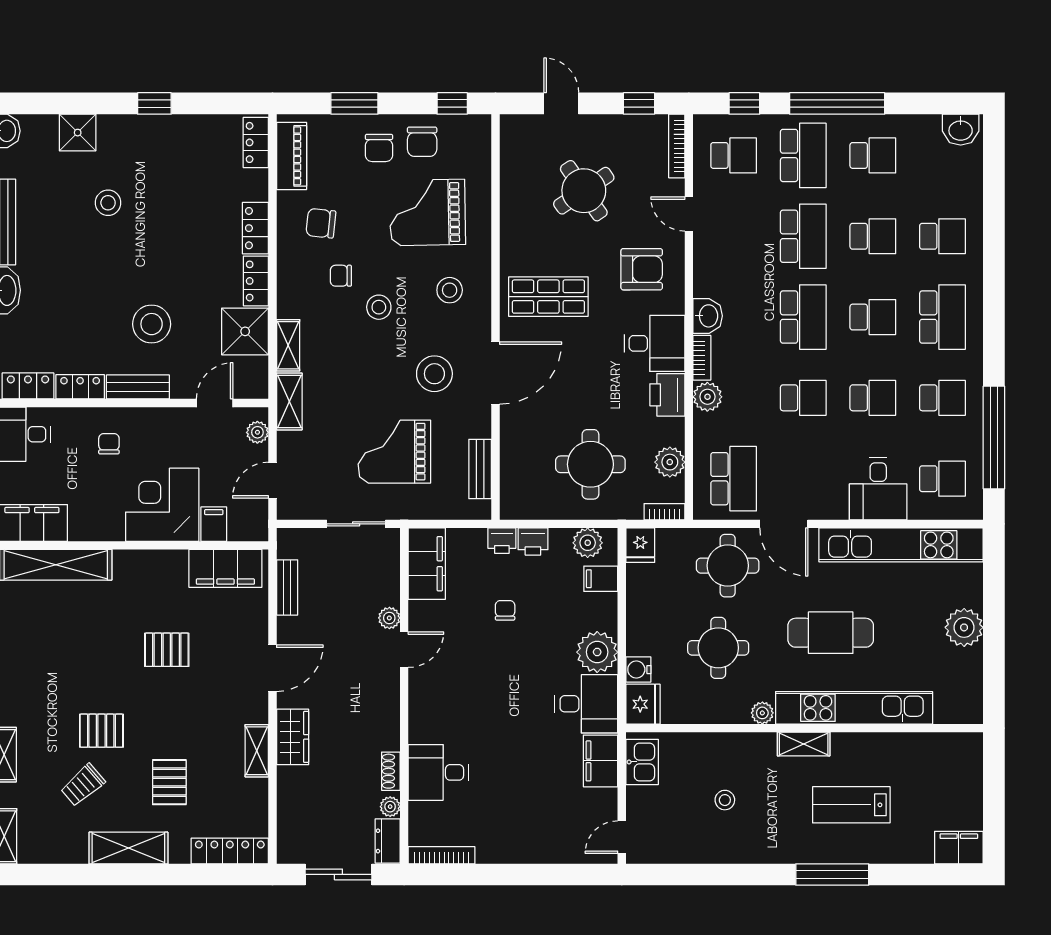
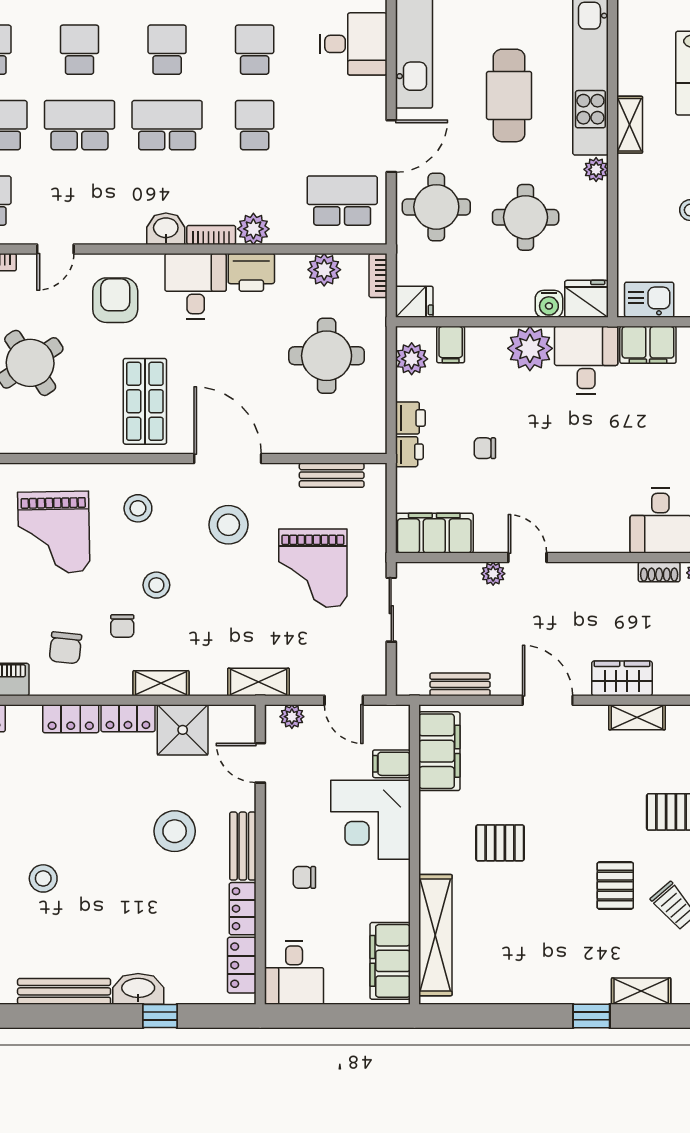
shelving: (288, 345) -> (161, 683), moved
pallet: (167, 650) -> (500, 843), moved, turned 90

